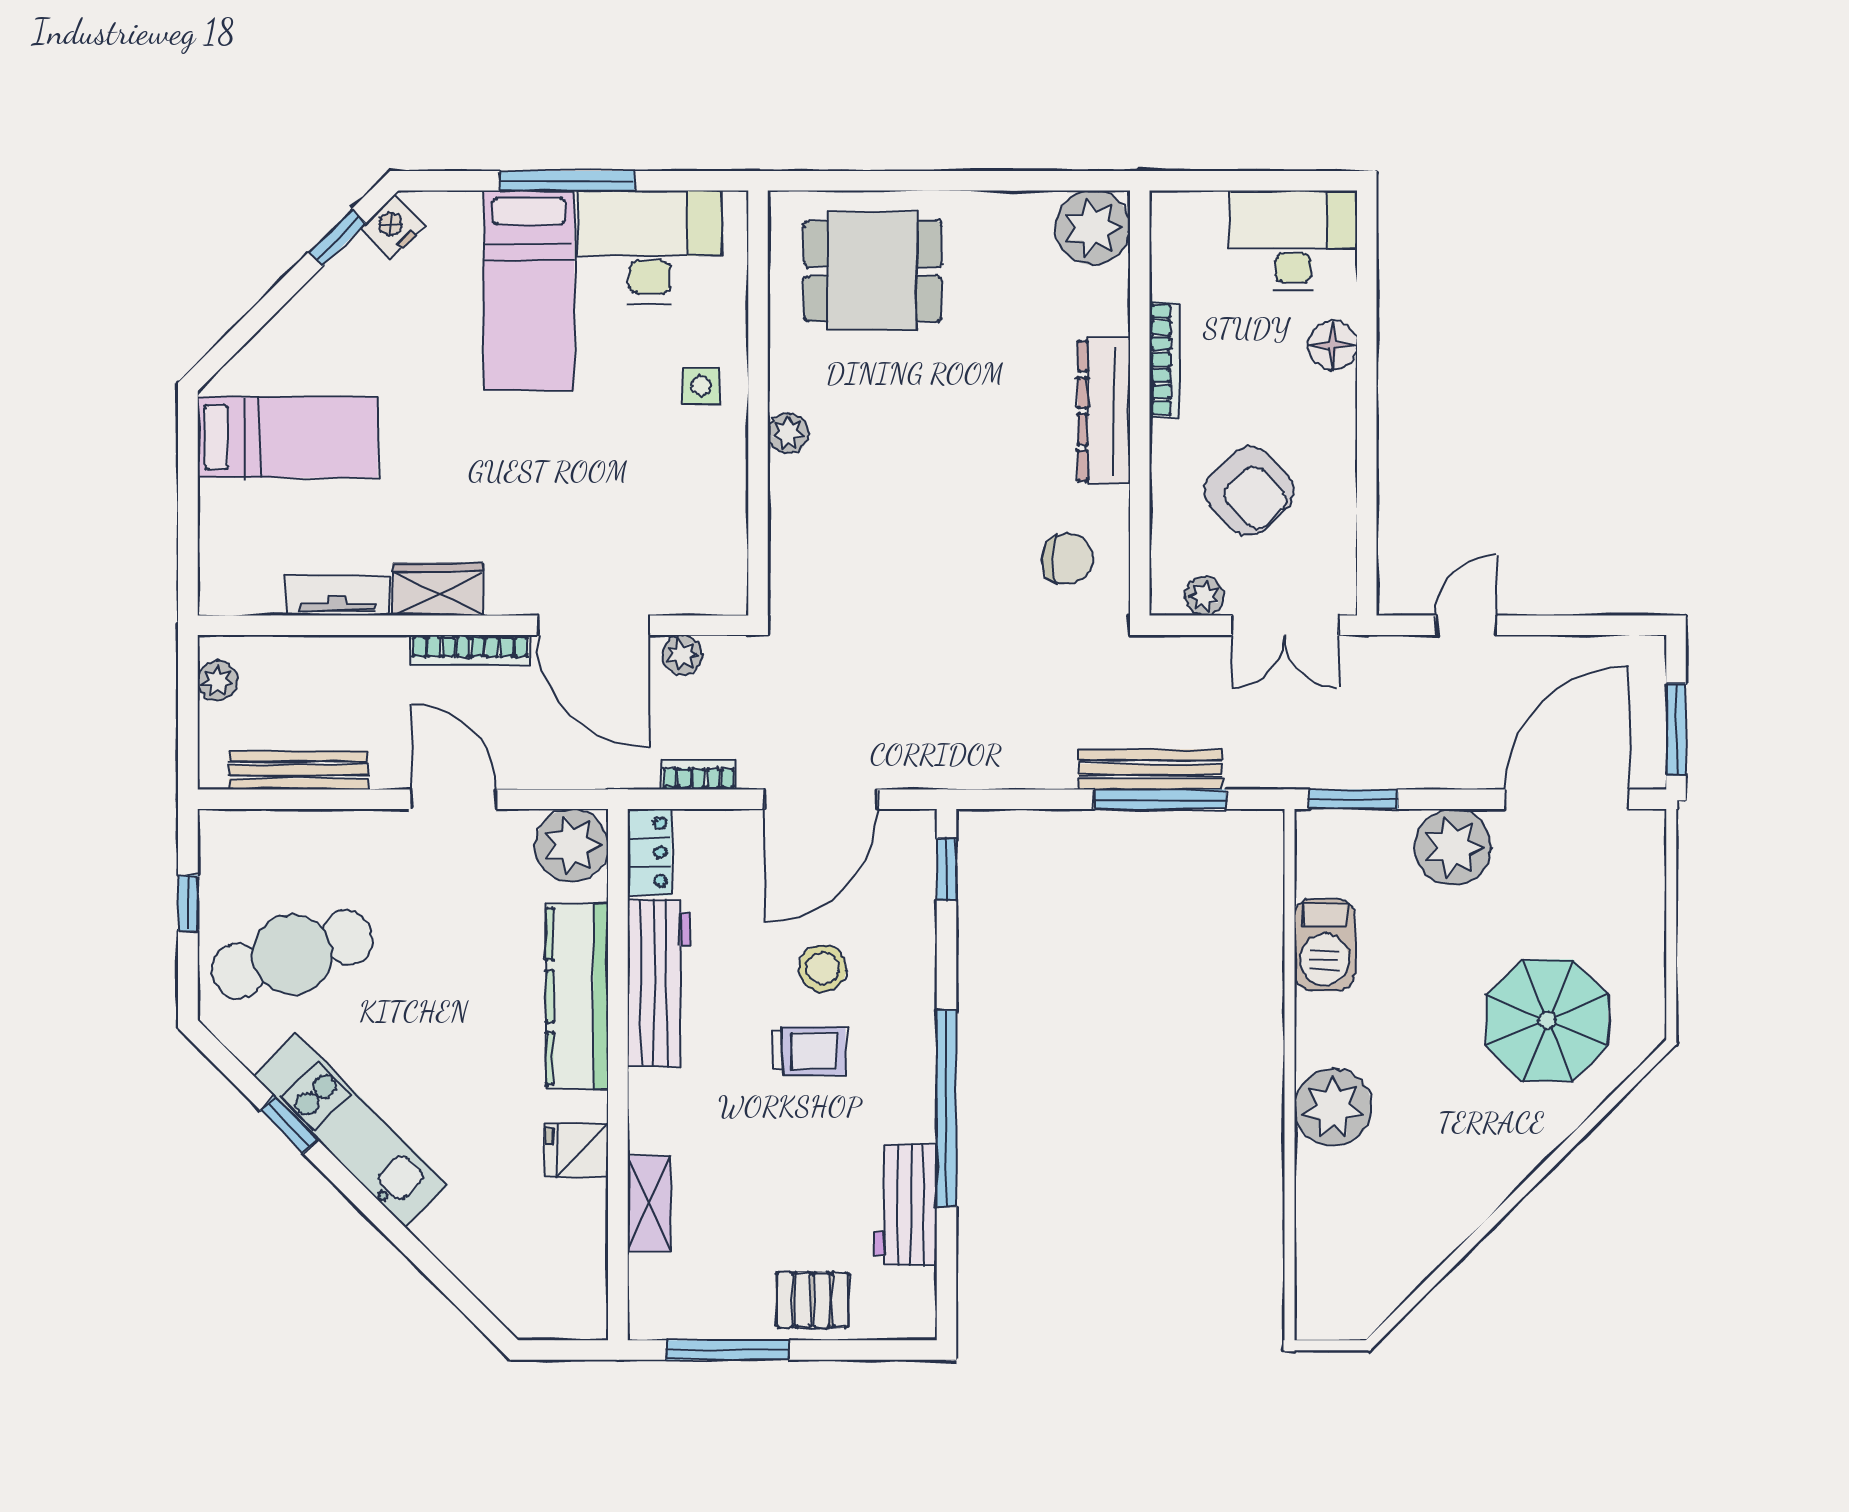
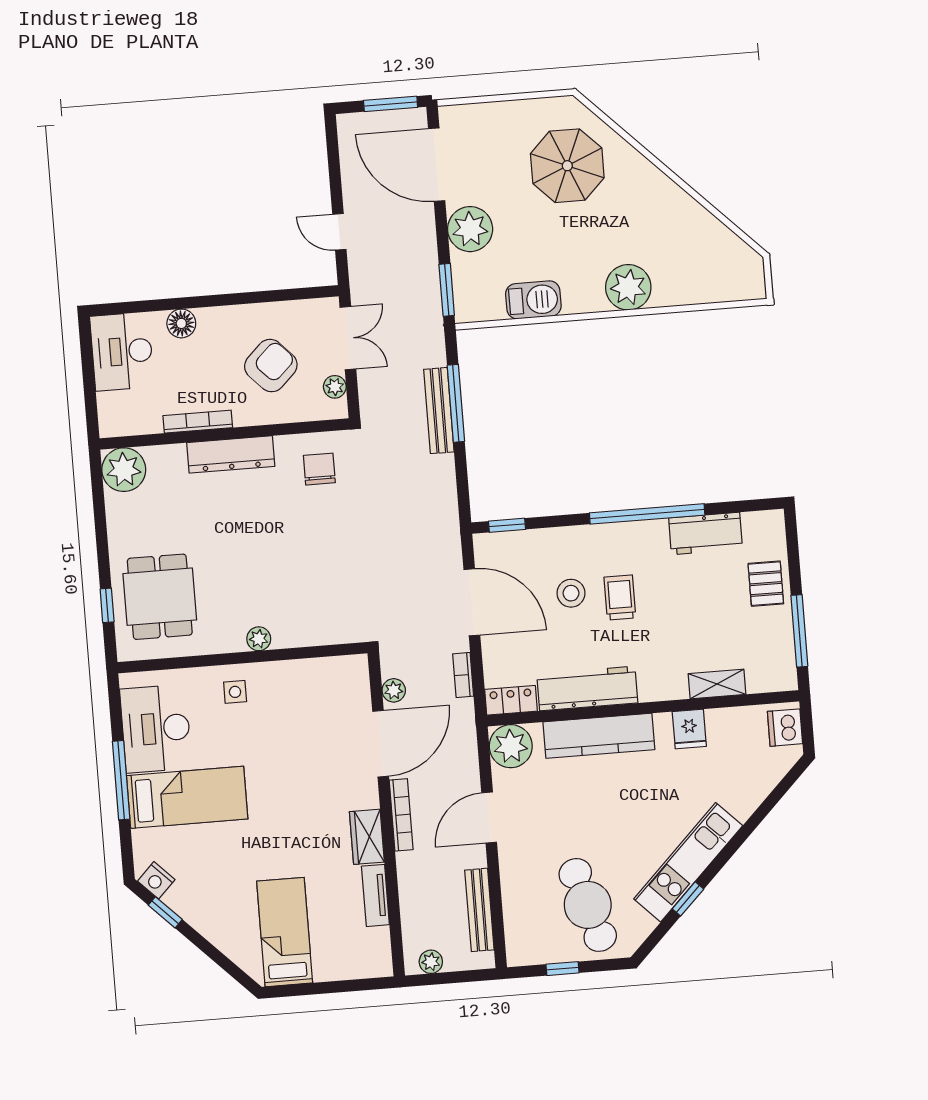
window: (865, 181) -> (107, 605), added
dishwasher: (566, 1313) -> (785, 728), added

